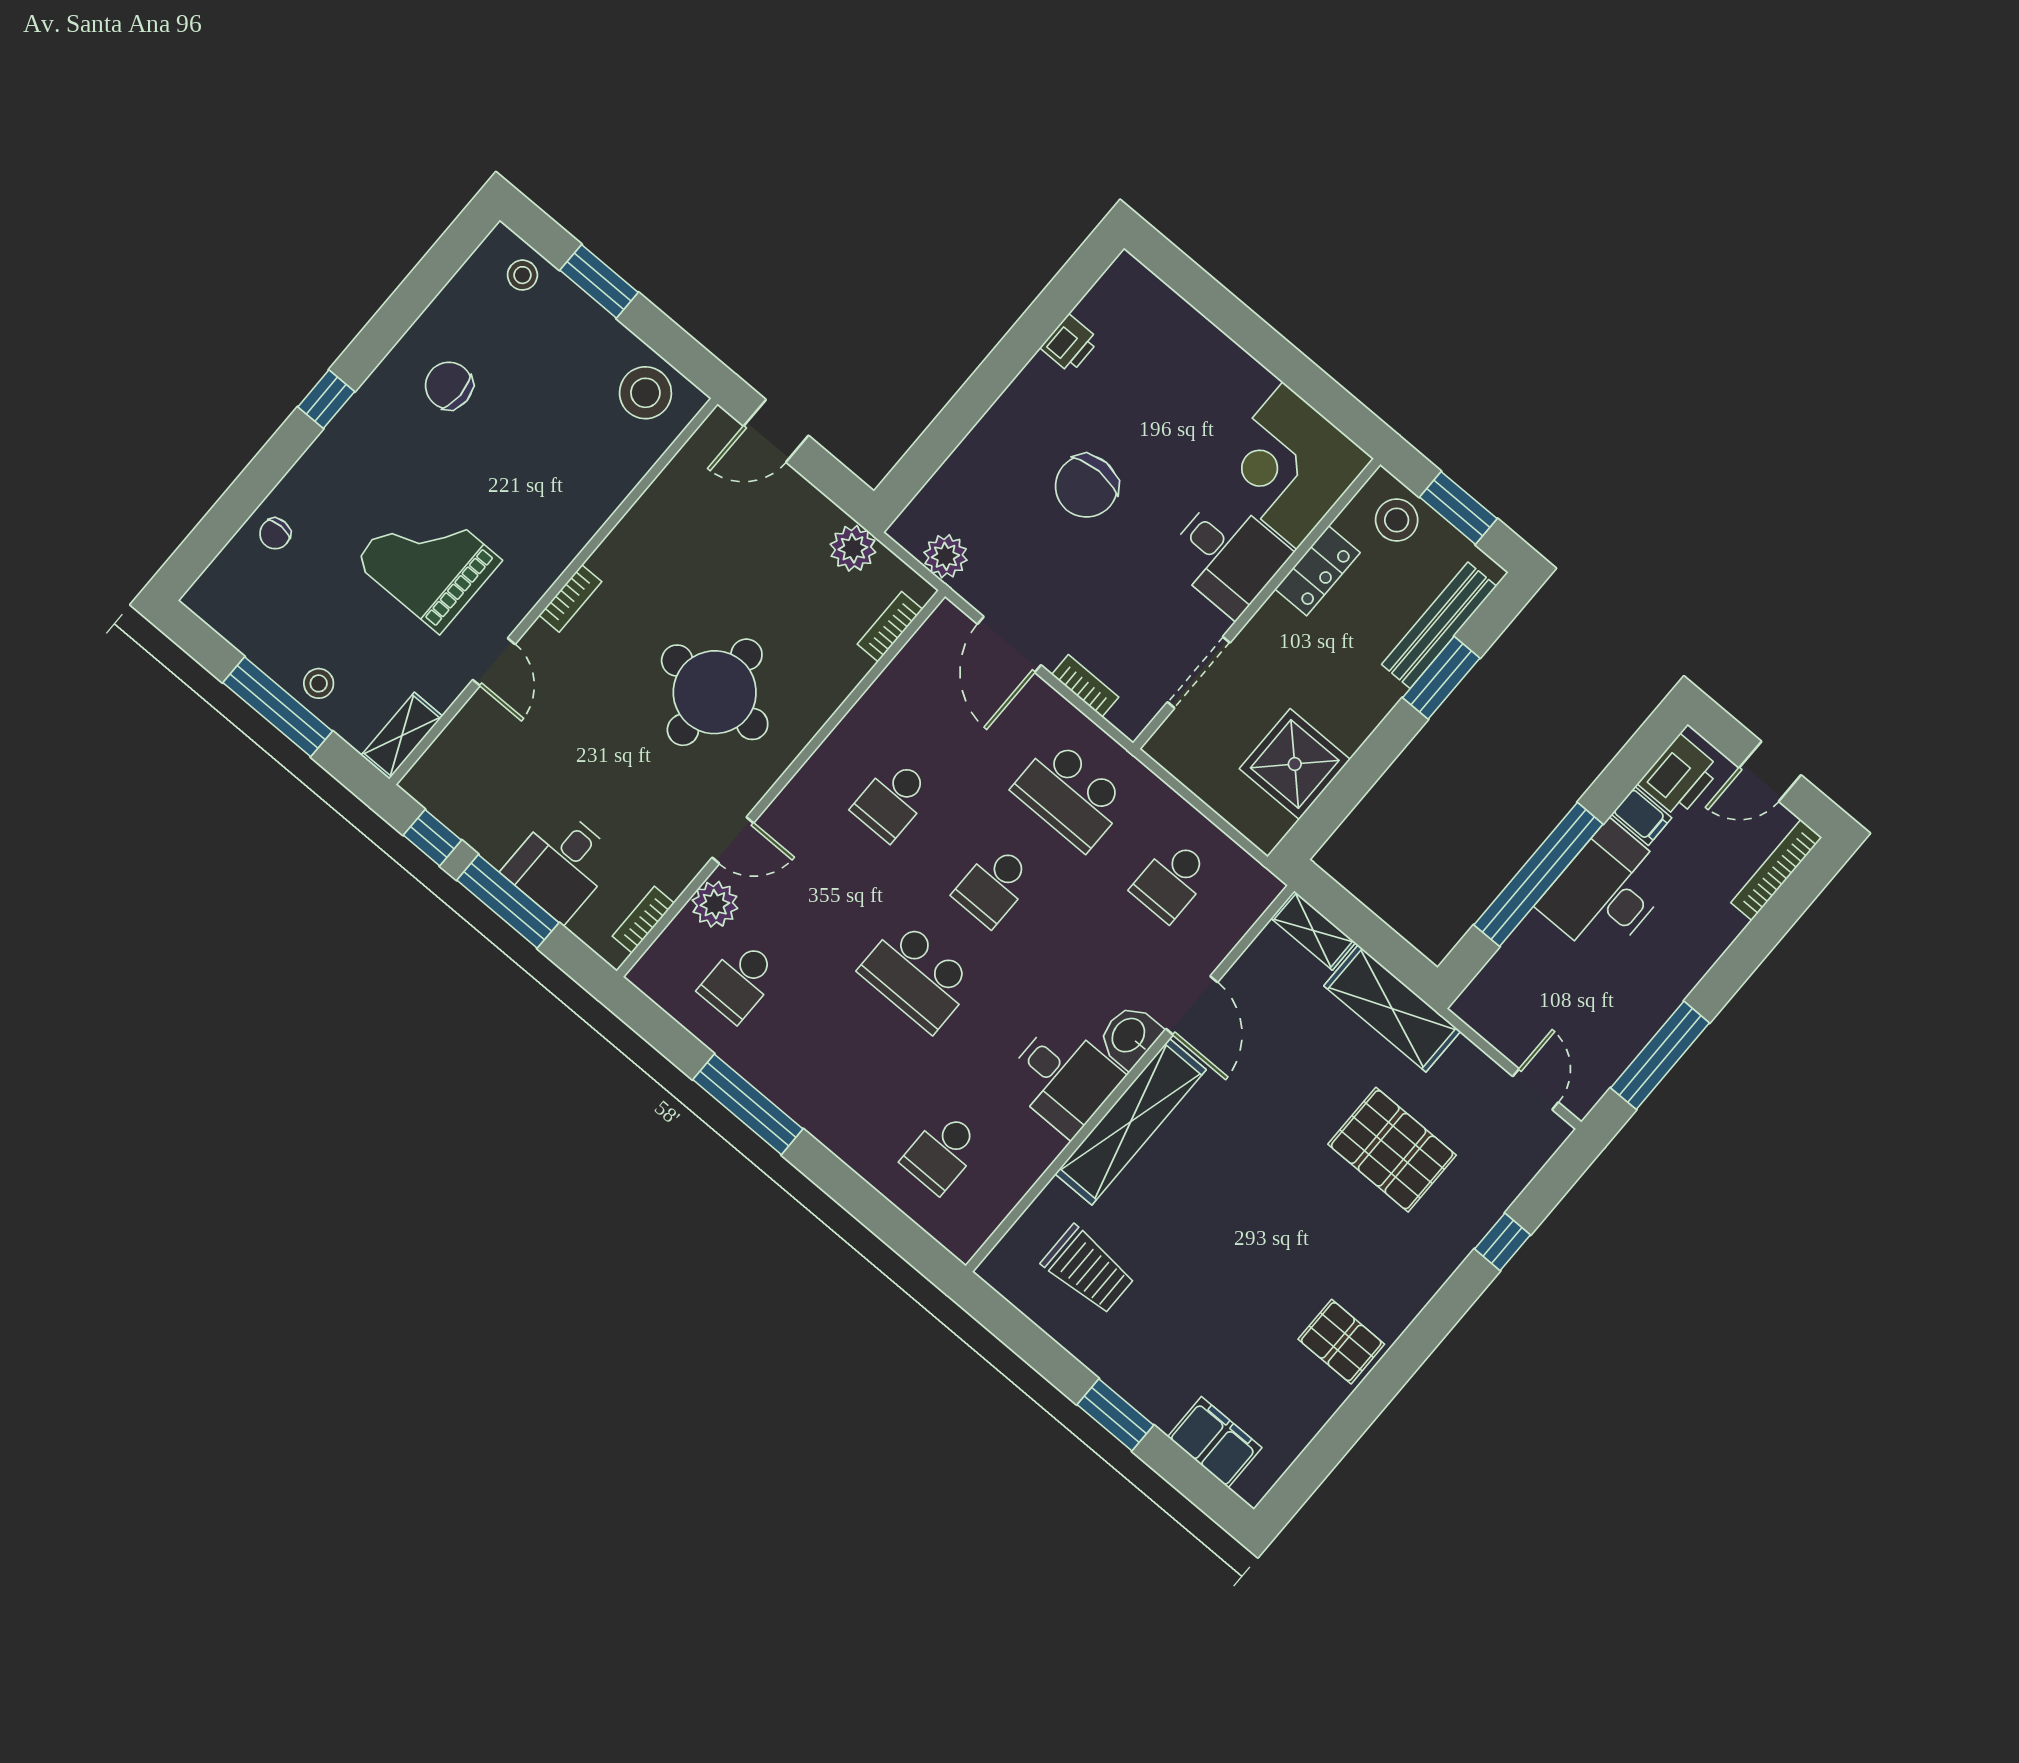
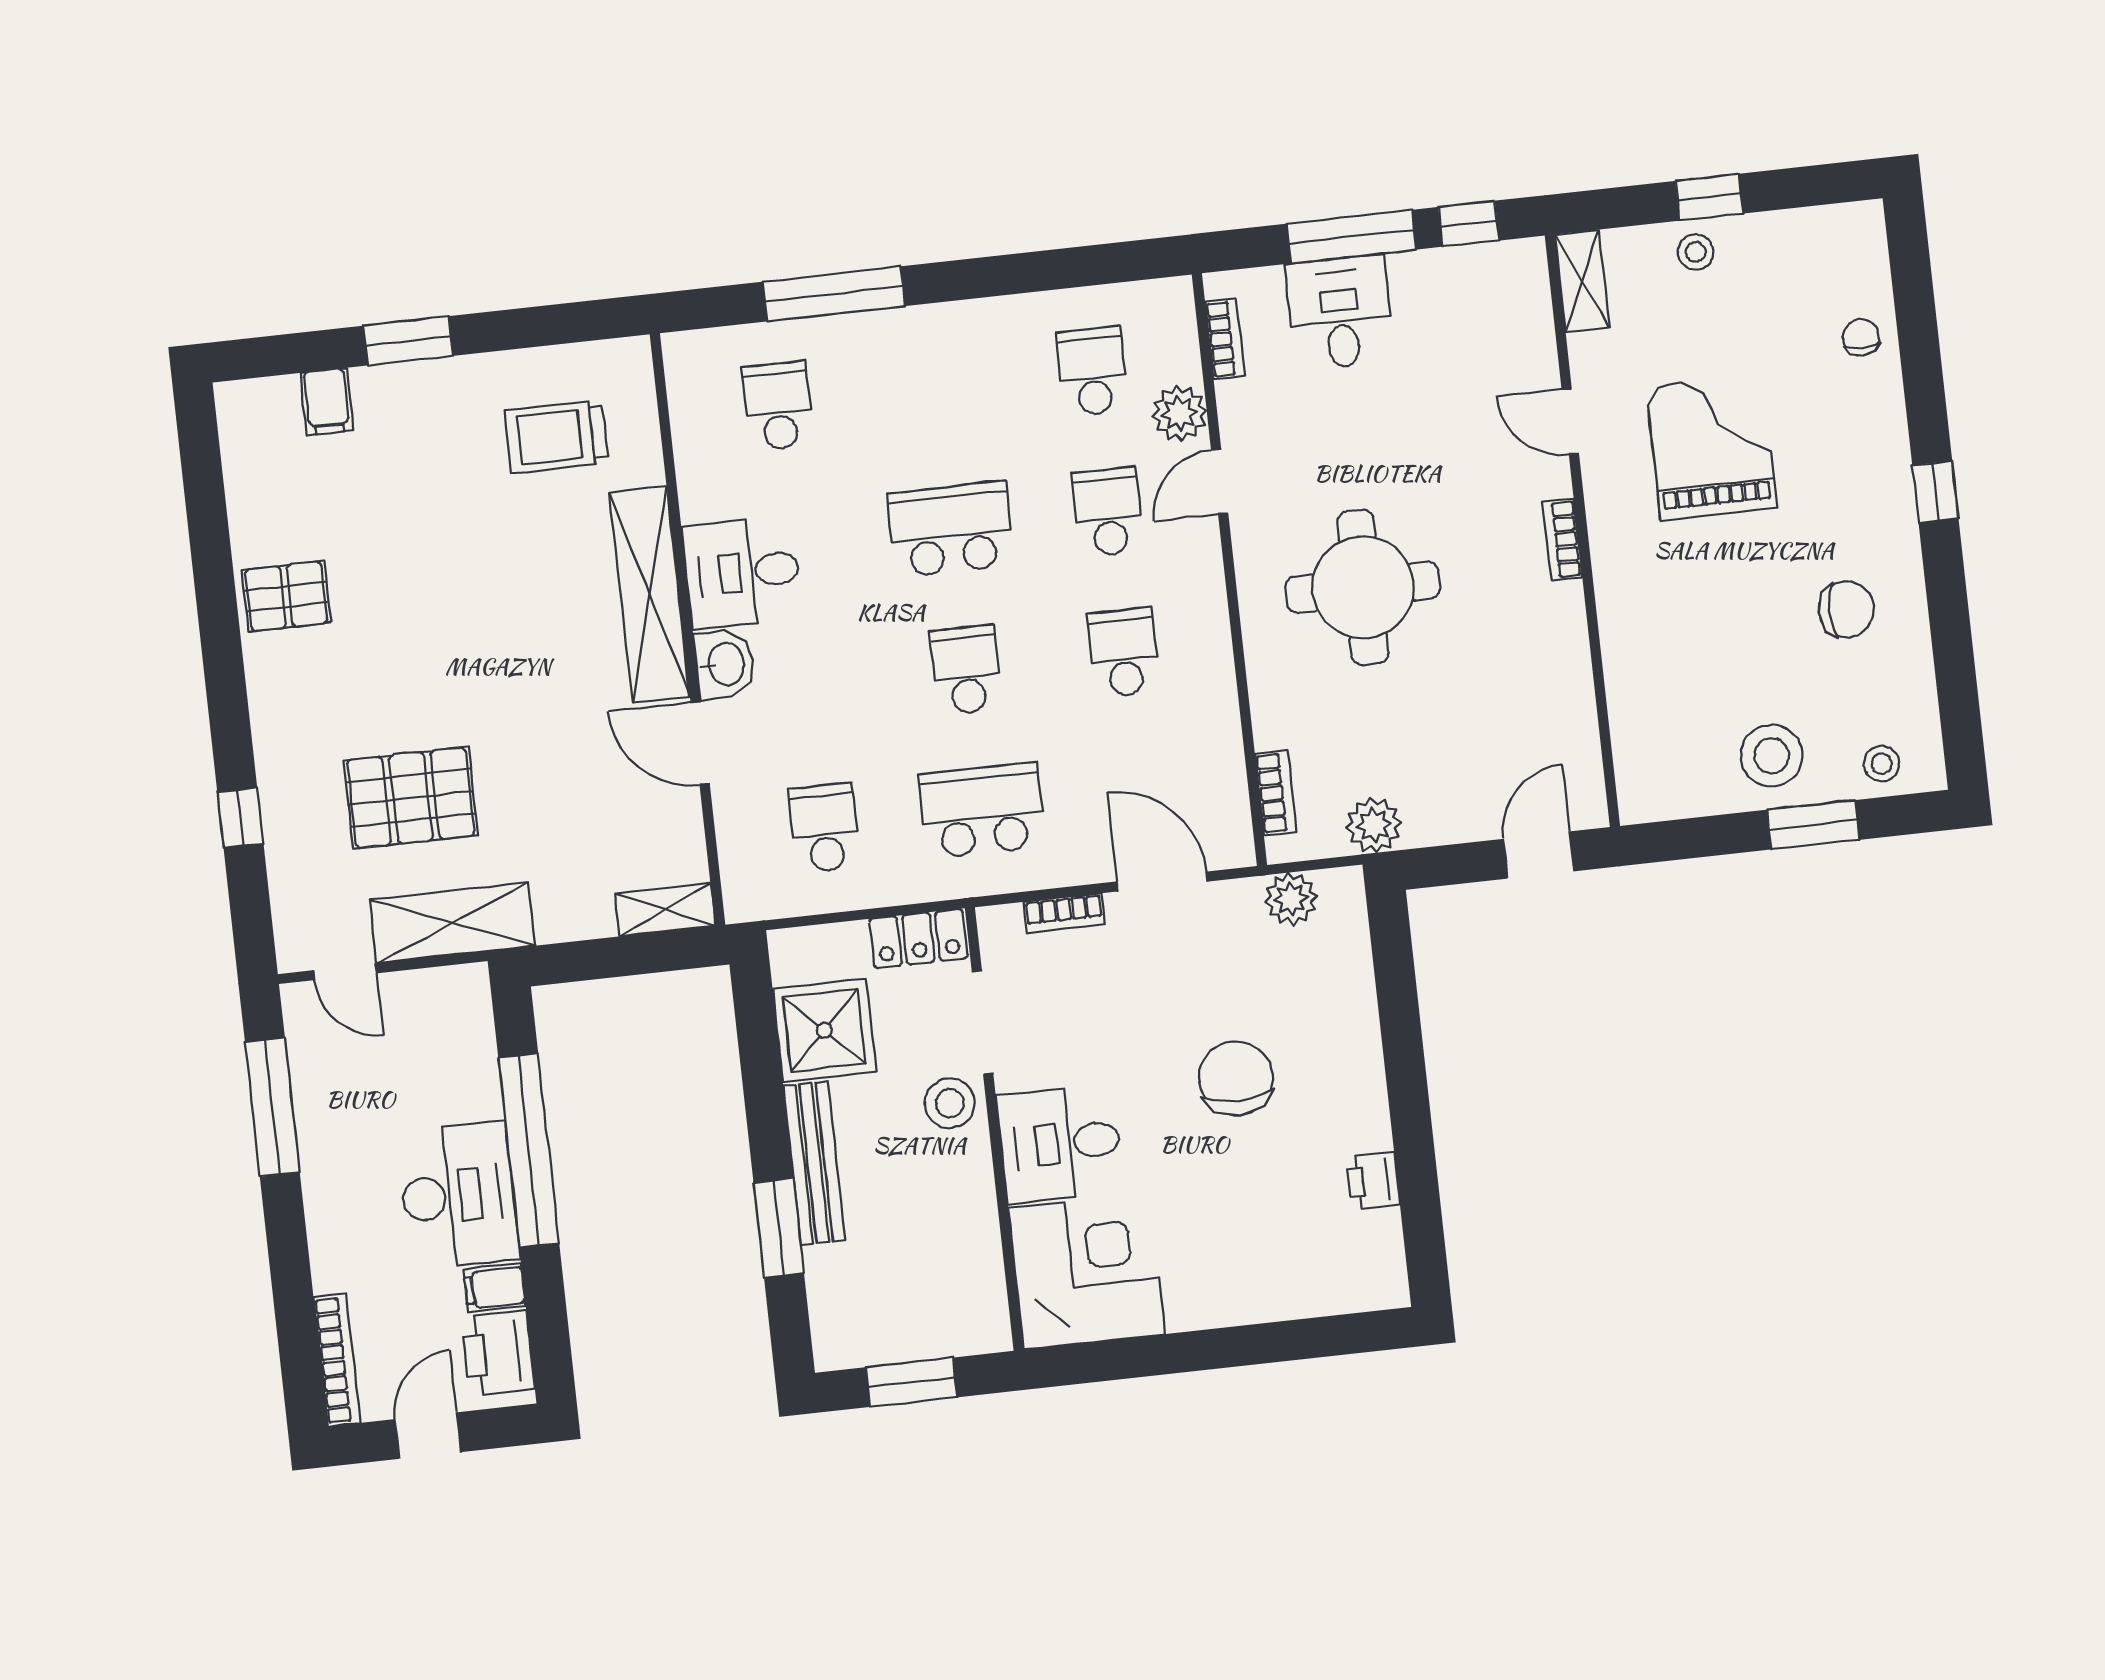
stool: (645, 393) -> (1772, 756), moved
stool: (1397, 520) -> (950, 1103), moved
grand piano: (428, 561) -> (1712, 447), turned -90
locker: (1318, 571) -> (918, 939), moved, turned -90
bench: (1439, 625) -> (814, 1163), moved
window: (278, 707) -> (1709, 197), width x0.46
school desk: (816, 891) -> (1108, 512), added
shelving: (1392, 1009) -> (452, 923), moved
window: (748, 1104) -> (834, 294), moved
filing cabinet: (1215, 1442) -> (327, 402), width x0.50

